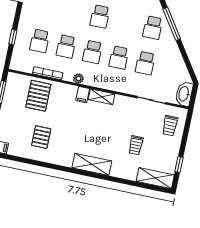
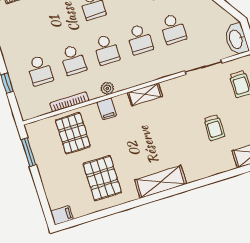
filing cabinet: (83, 95) -> (107, 109), moved
pallet: (41, 137) -> (102, 178), width x1.50, depth x1.42
shelving: (92, 164) -> (161, 182), moved

